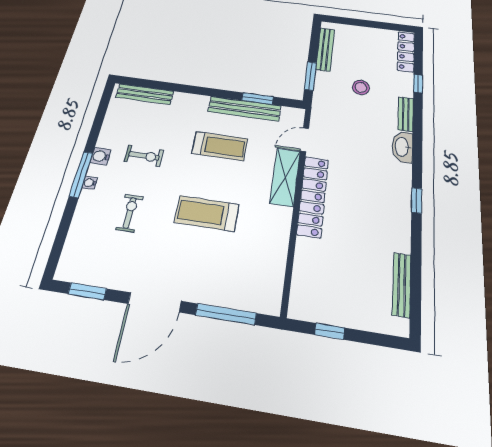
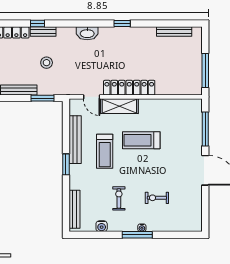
window: (258, 98) -> (66, 164), moved
bench: (406, 114) -> (43, 32), moved
treadmill: (220, 146) -> (105, 151), turned 180
water cooler: (100, 156) -> (102, 226), moved
treadmill: (207, 213) -> (141, 140), moved, turned 90
window: (87, 291) -> (205, 210), removed
window: (330, 331) -> (205, 70), width x2.17

